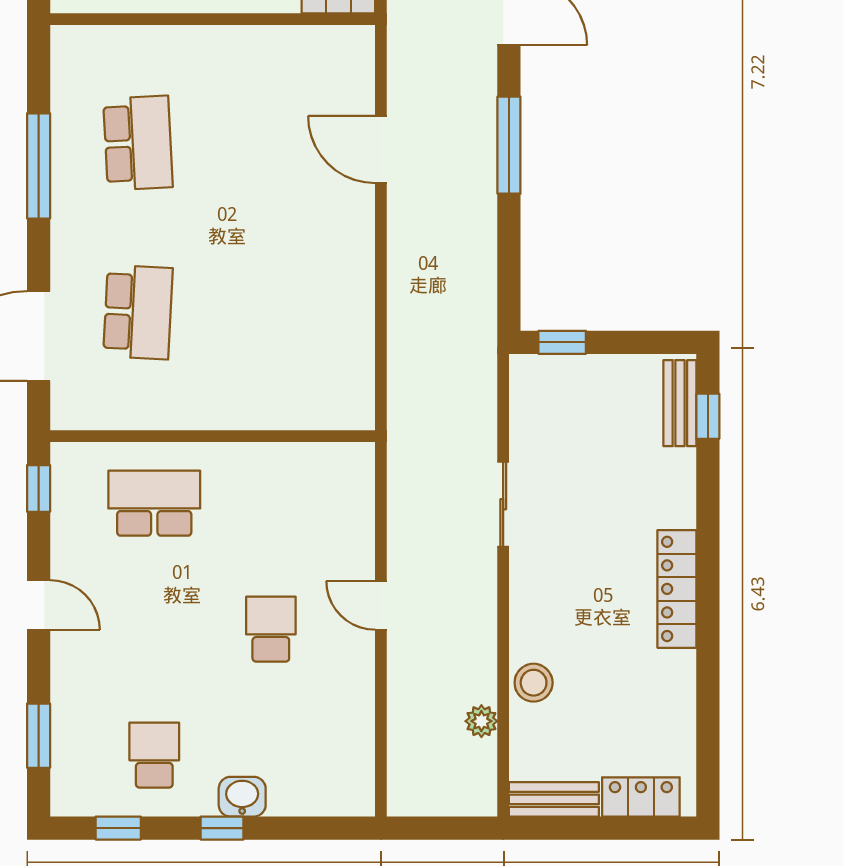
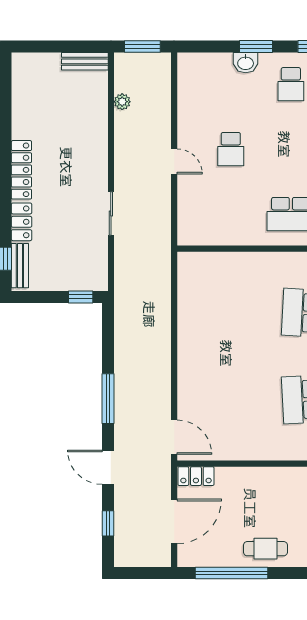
door: (381, 150) -> (174, 437), moved
stool: (534, 683) -> (95, 122), removed
locker: (641, 797) -> (22, 222), moved, turned -90
window: (222, 828) -> (256, 47), width x1.50
window: (442, 828) -> (142, 47), added

